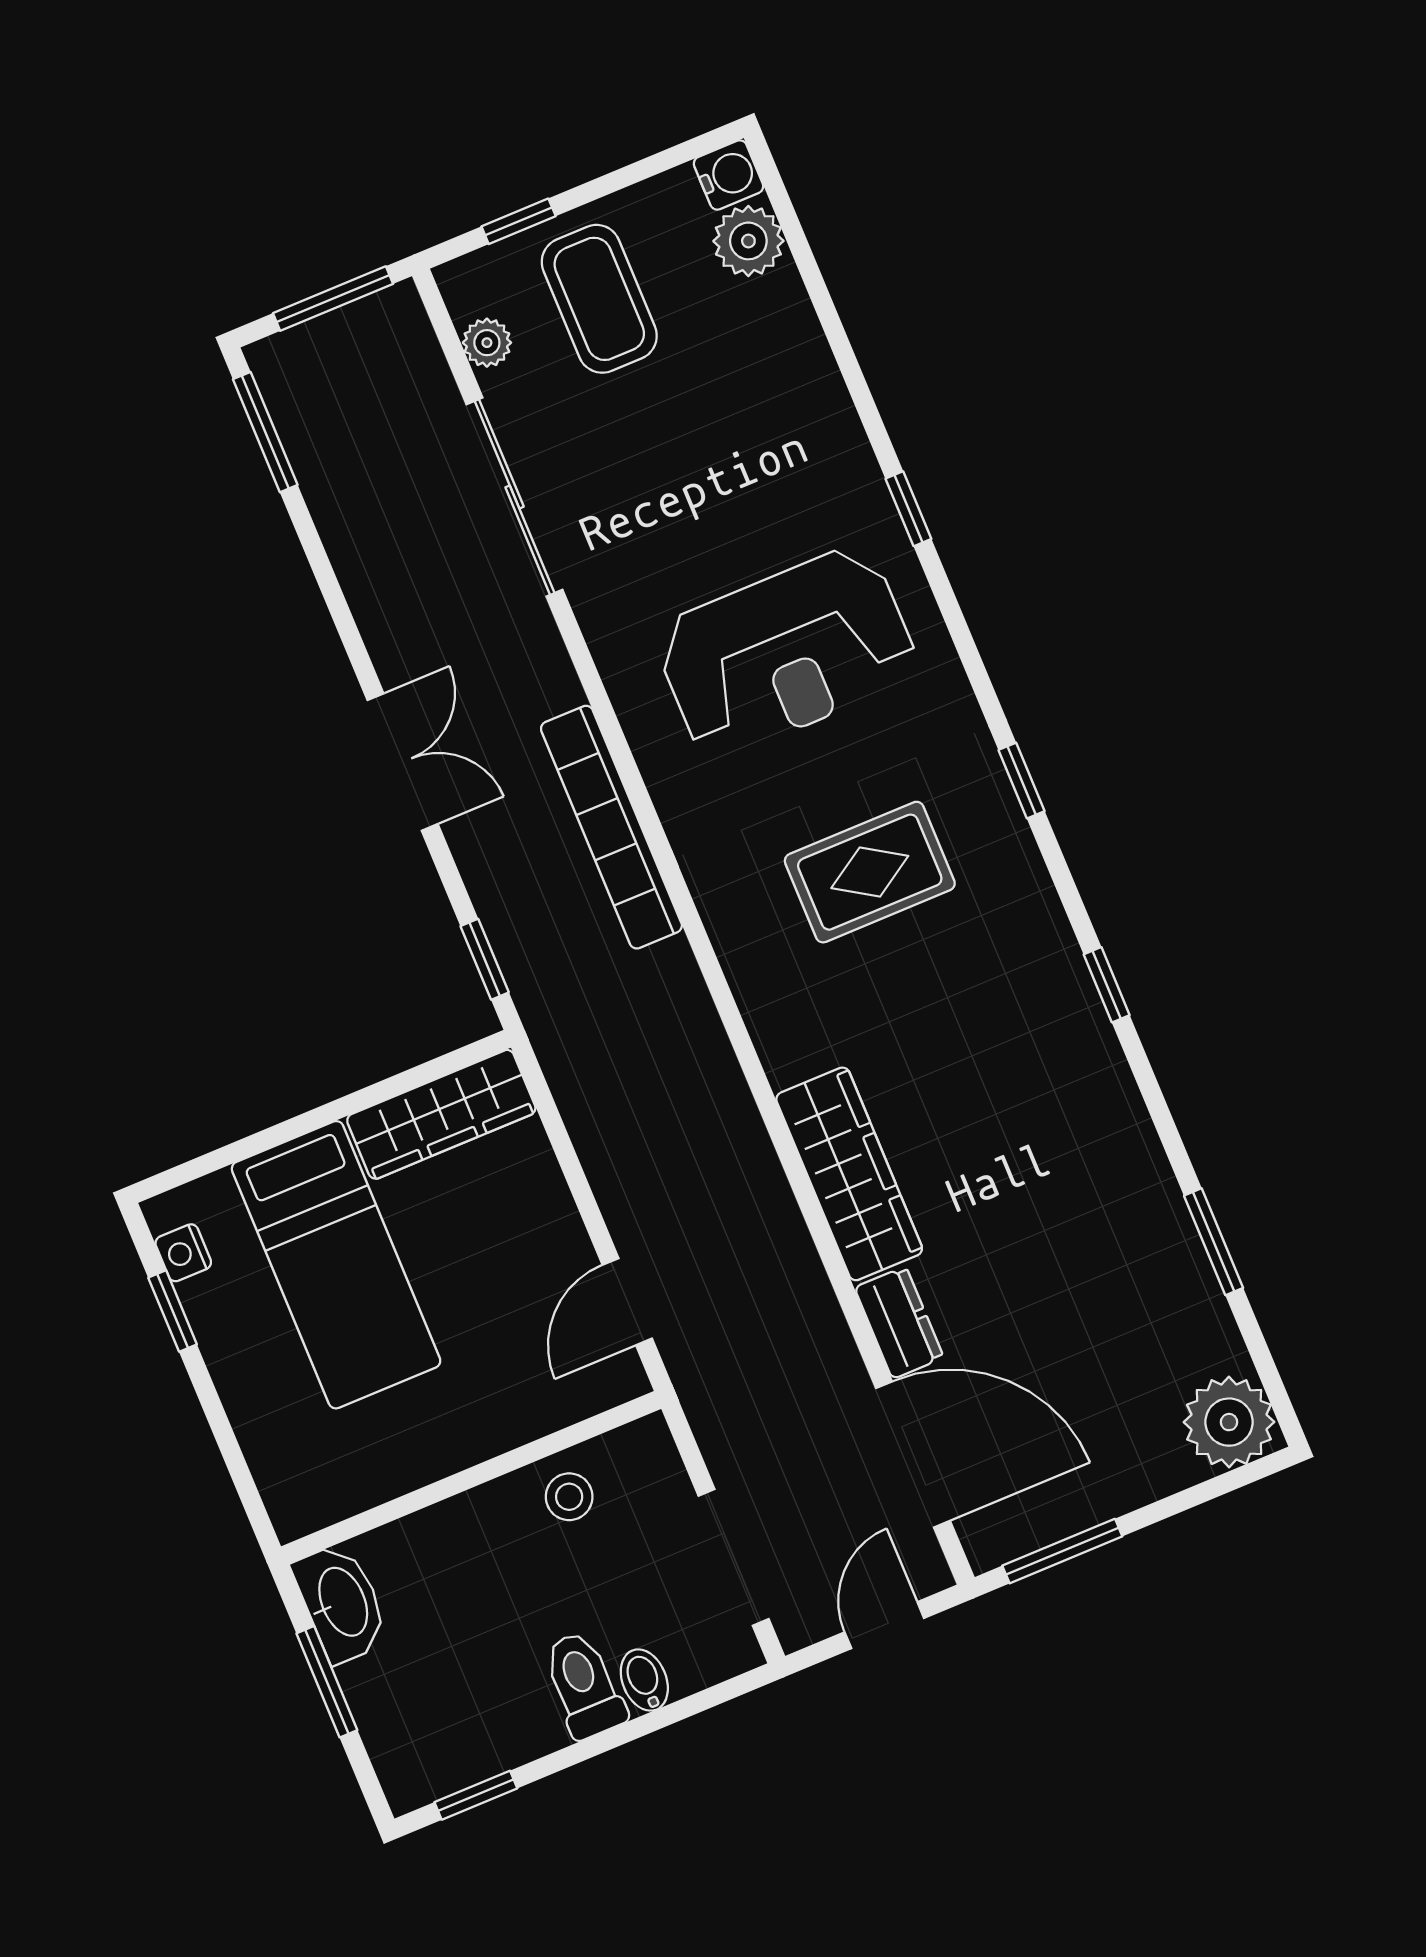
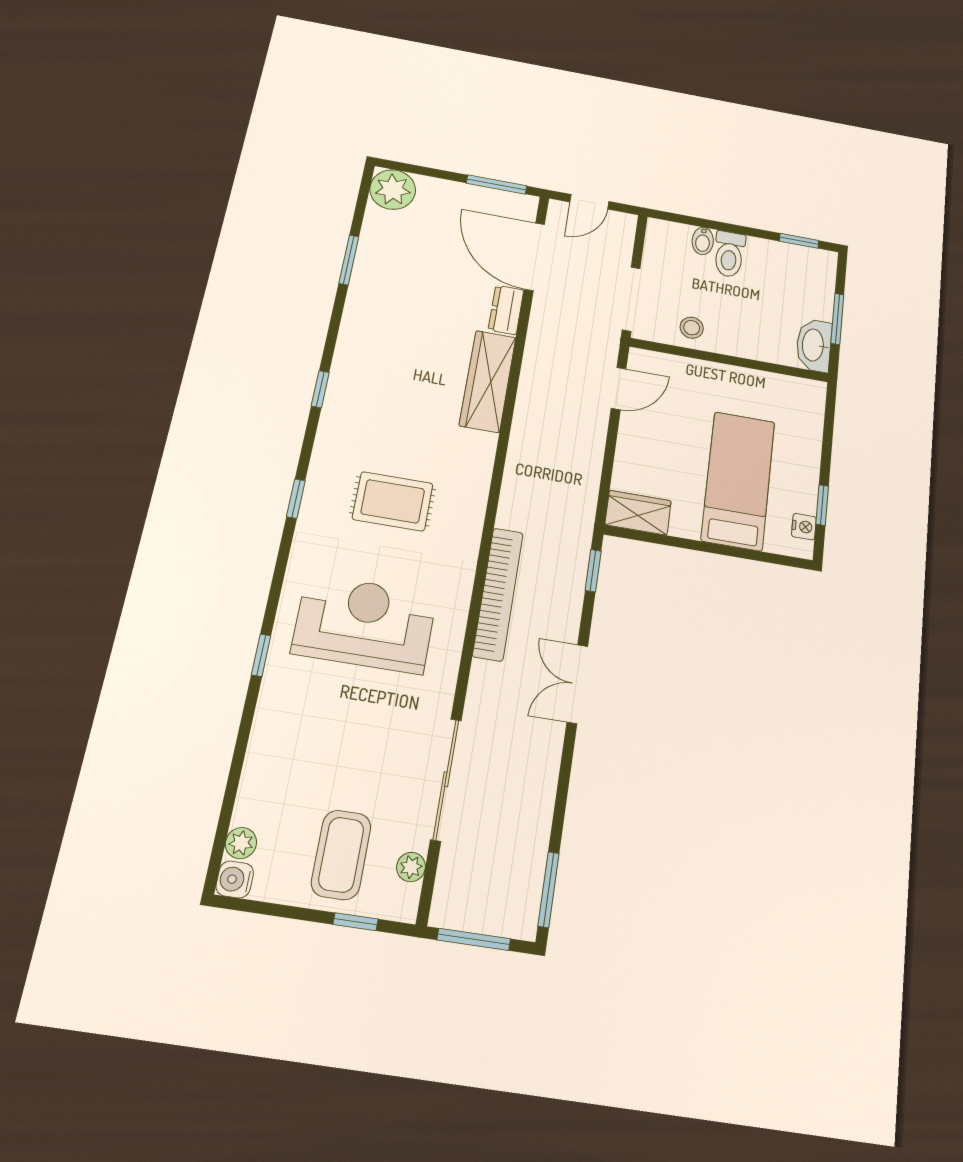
plant: (748, 241) -> (241, 843), width x0.73, depth x0.73
wardrobe: (441, 1114) -> (638, 513), width x0.67
doorway: (734, 1557) -> (631, 299), moved

